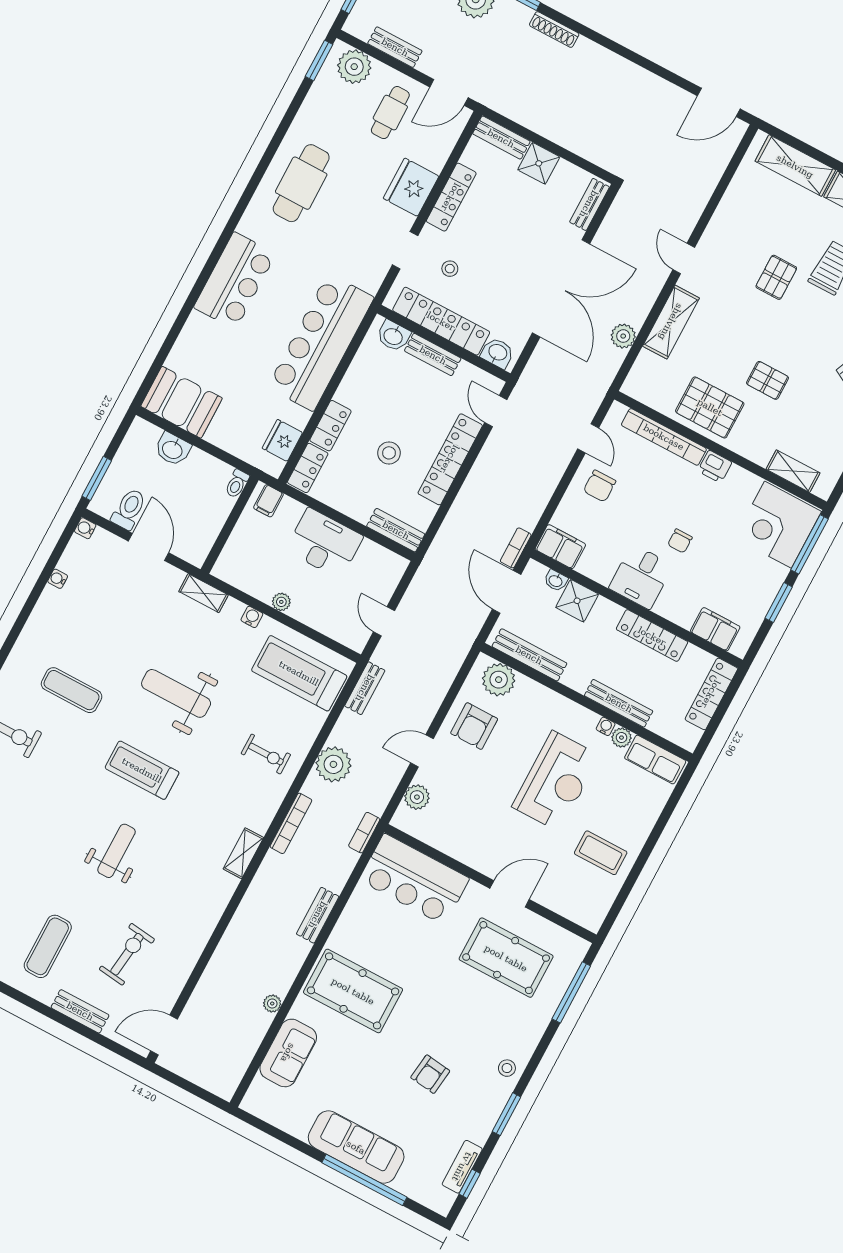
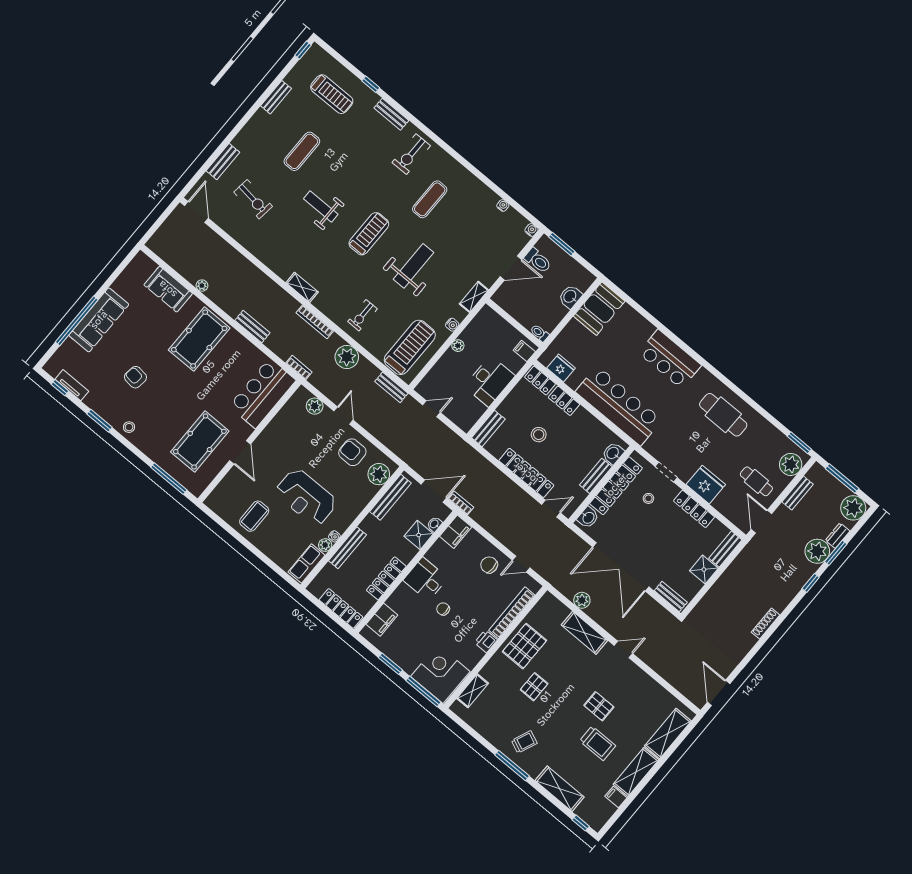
shoe rack: (554, 30) -> (766, 624), moved
weight bench: (116, 851) -> (321, 206), turned 180
exercise mat: (48, 946) -> (302, 151), moved, turned 90

